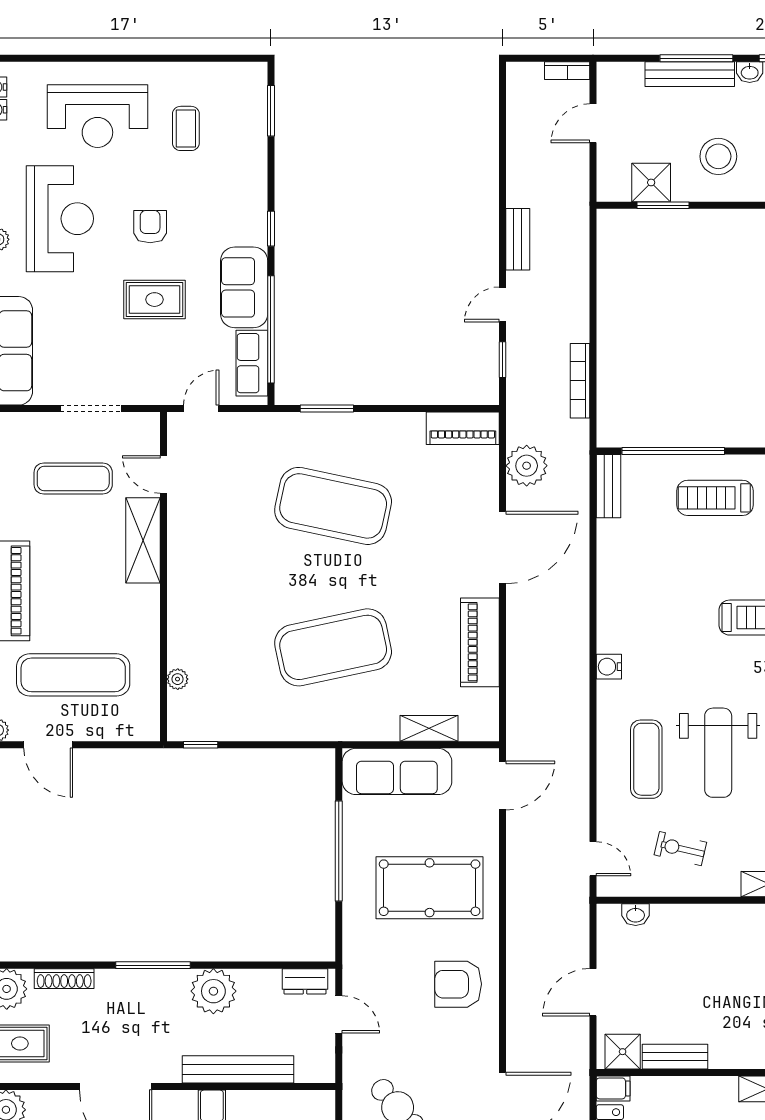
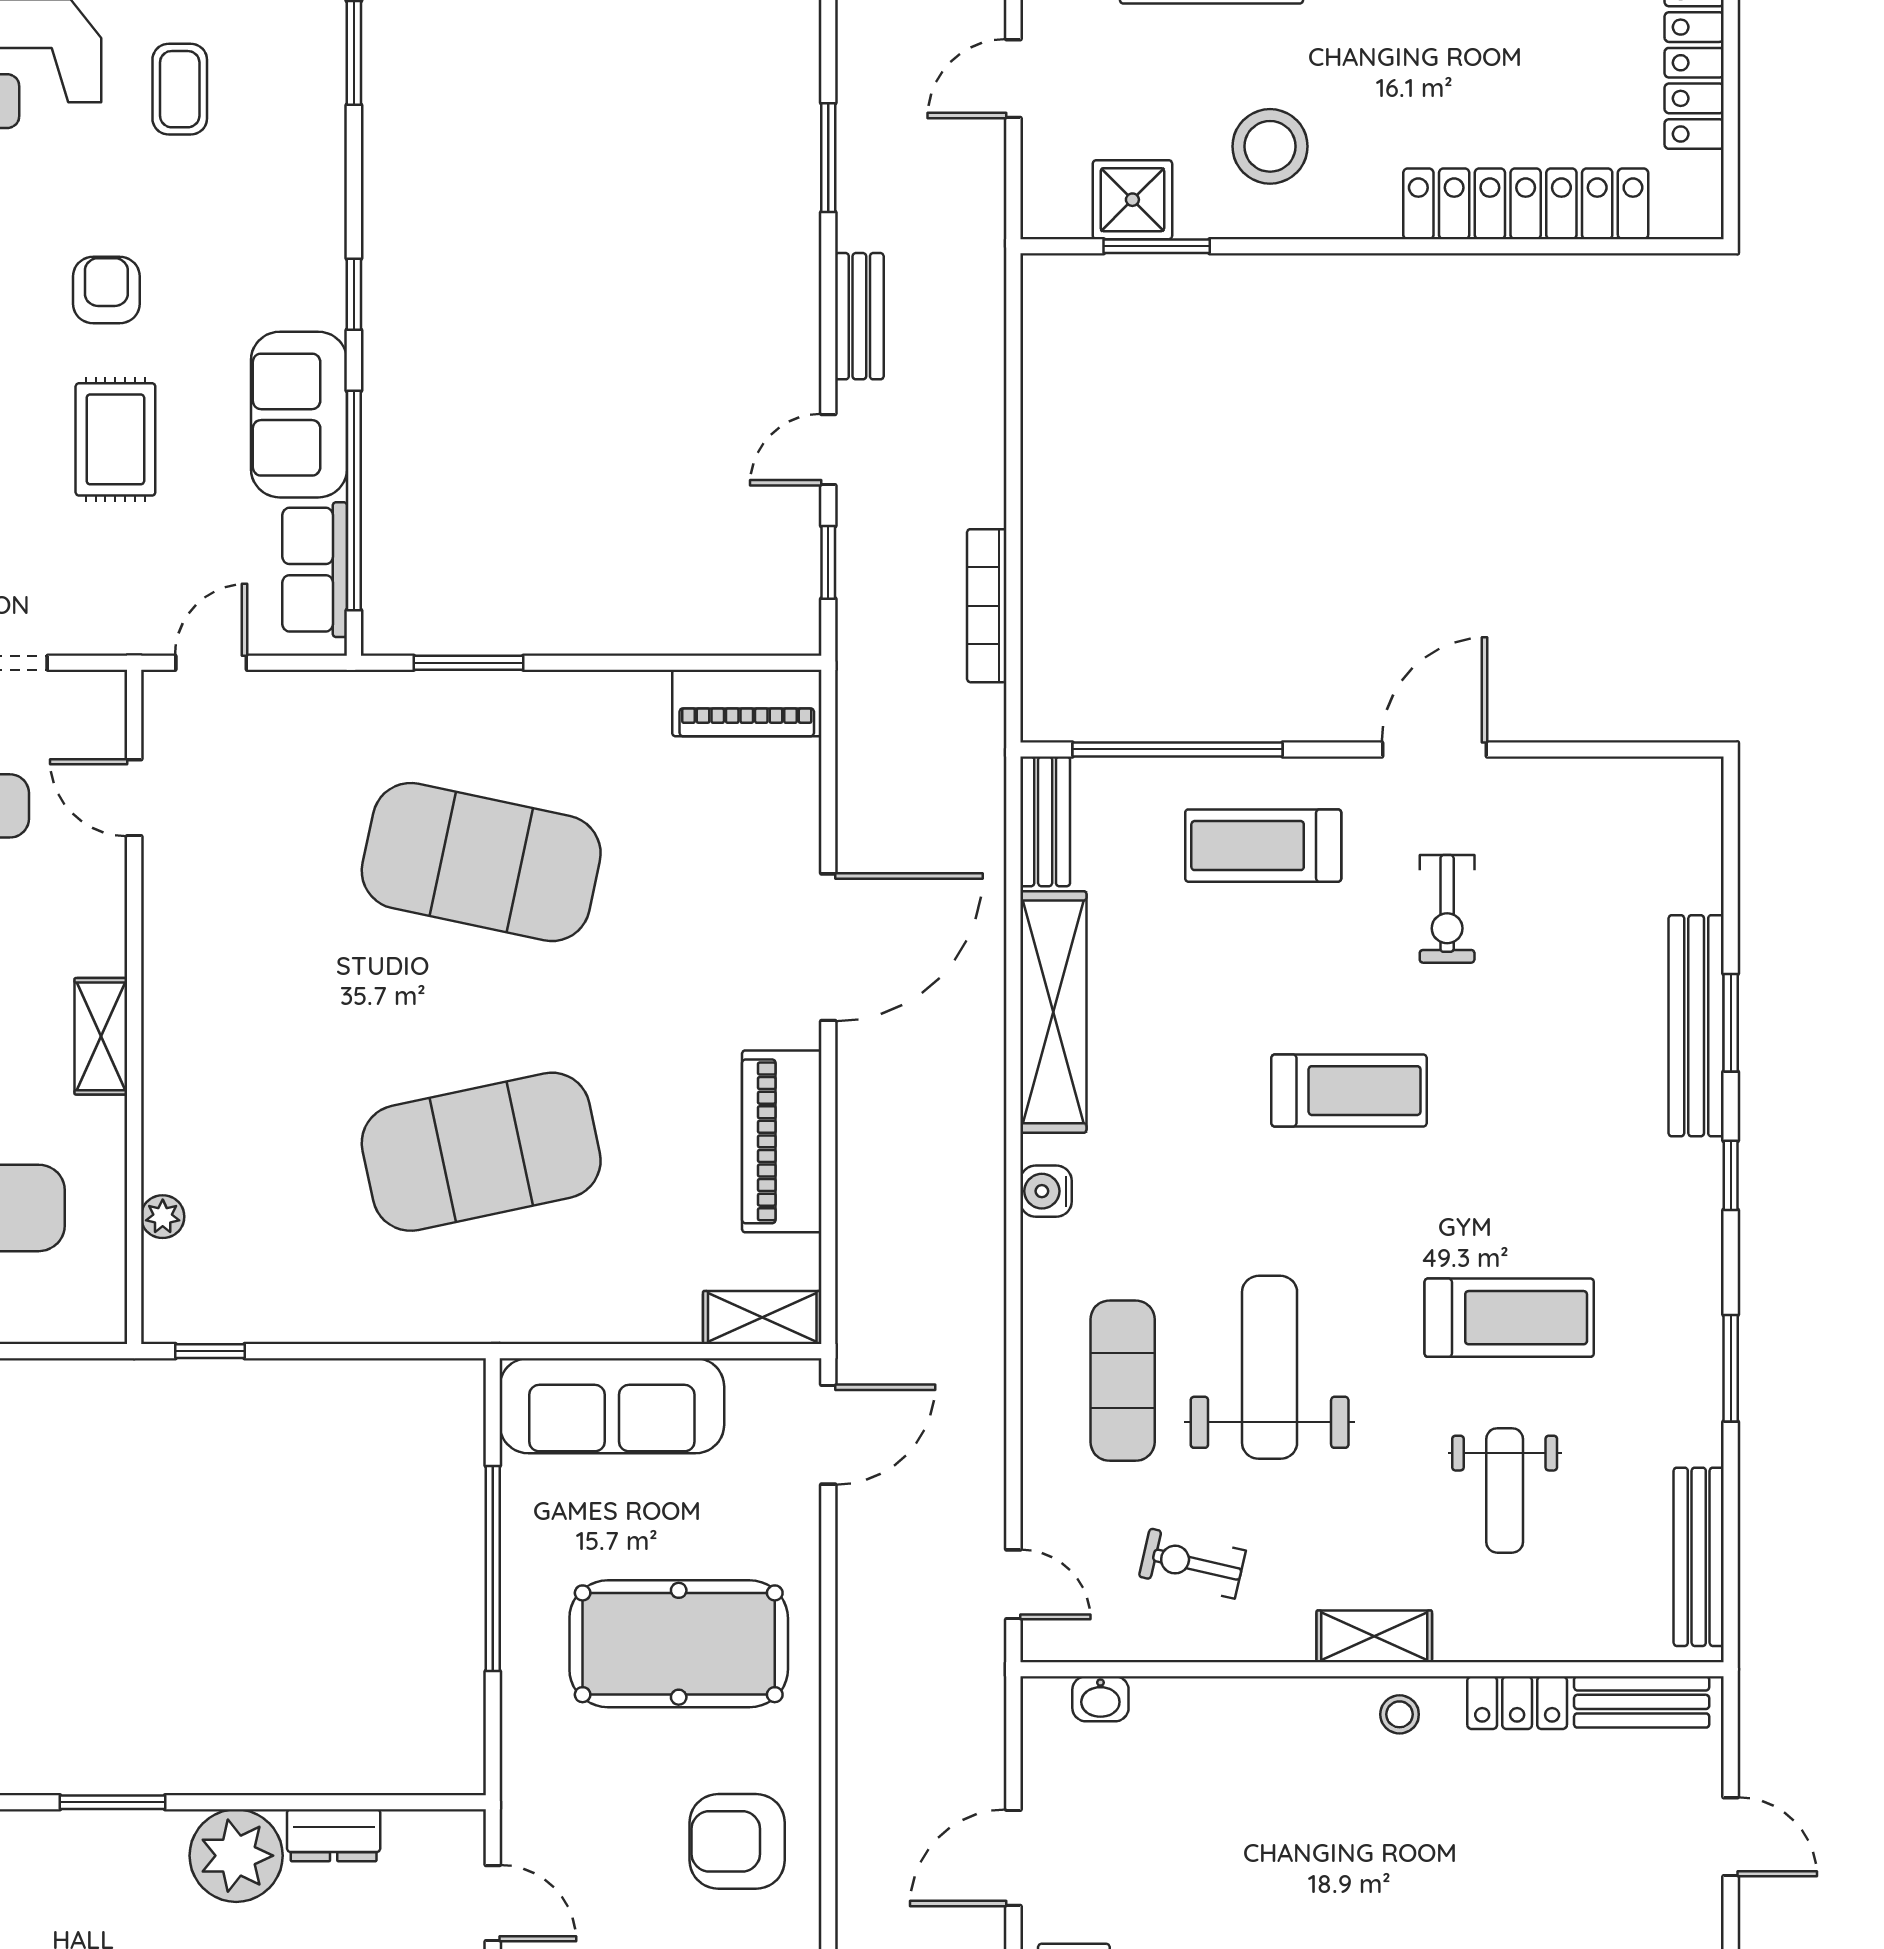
window: (503, 162) -> (828, 158), added
rug: (154, 300) -> (115, 439), turned 90
plant: (527, 466) -> (877, 780), removed
shelving: (143, 540) -> (101, 1036), moved, width x0.67, depth x0.75
shelving: (613, 579) -> (1053, 1012), added
shelving: (429, 728) -> (762, 1318), moved
weight bench: (718, 753) -> (1270, 1367), turned 180
window: (153, 965) -> (112, 1802), width x0.69
dresser: (305, 981) -> (334, 1835), moved

